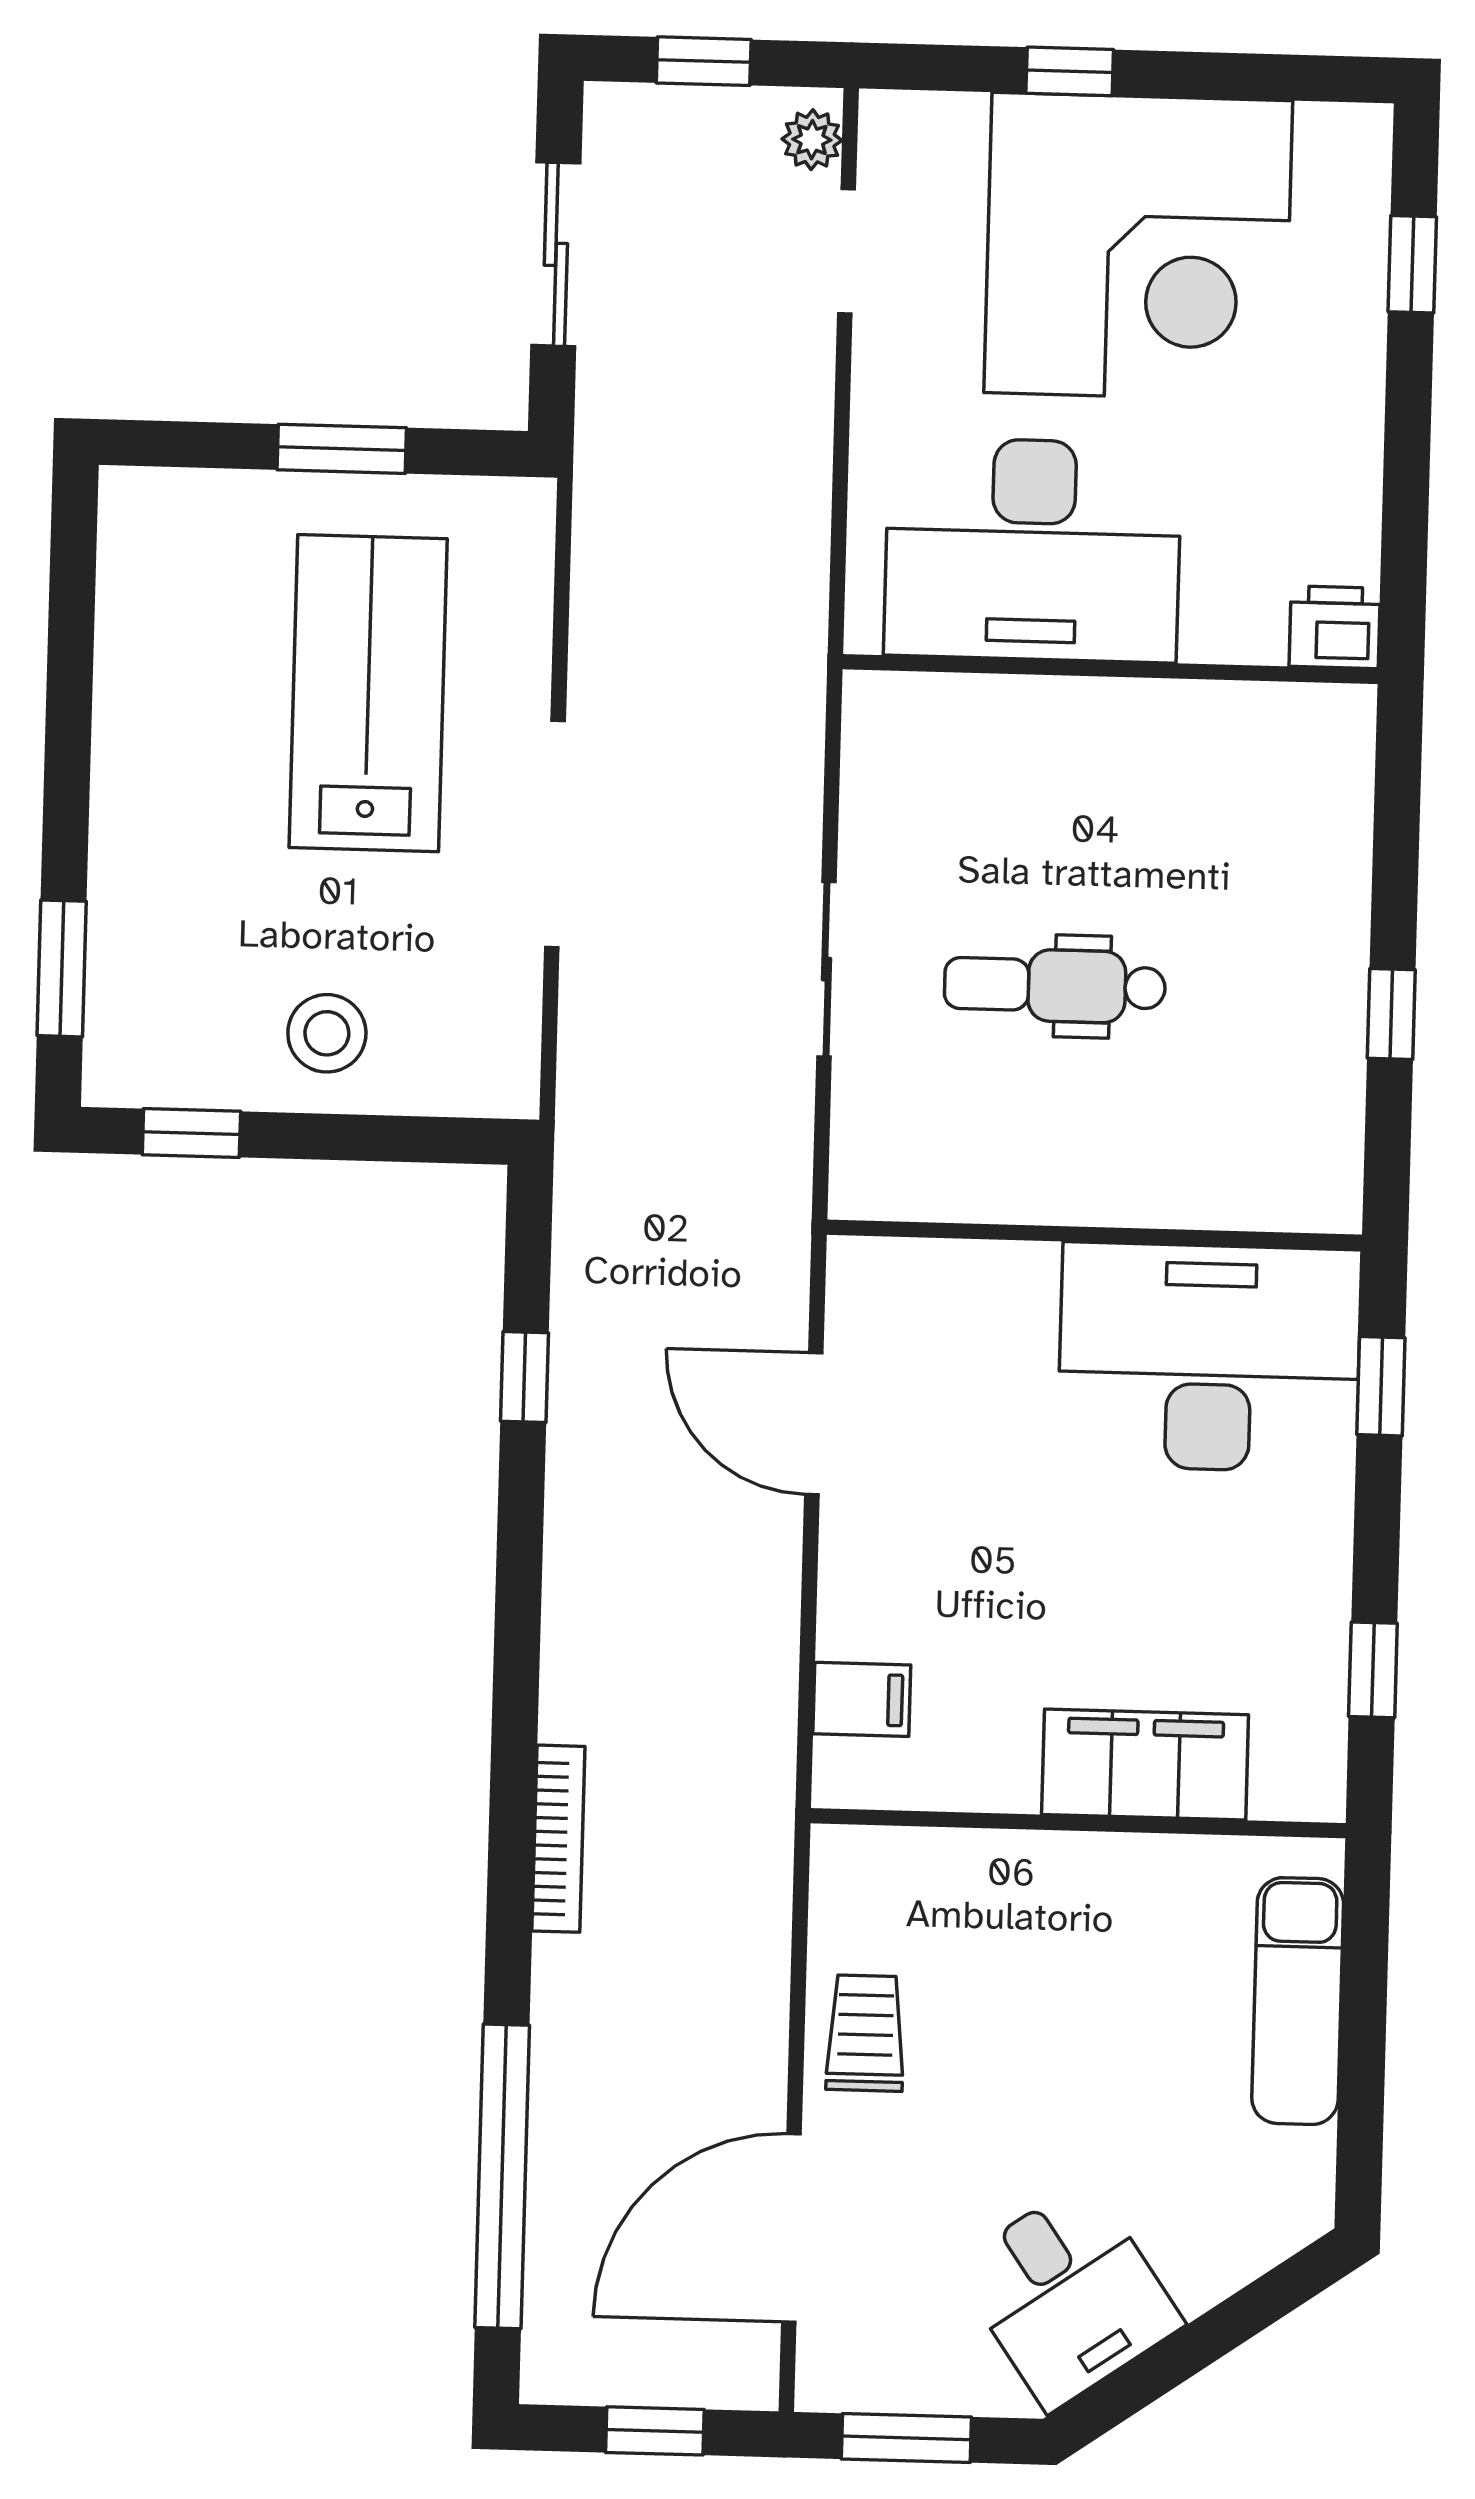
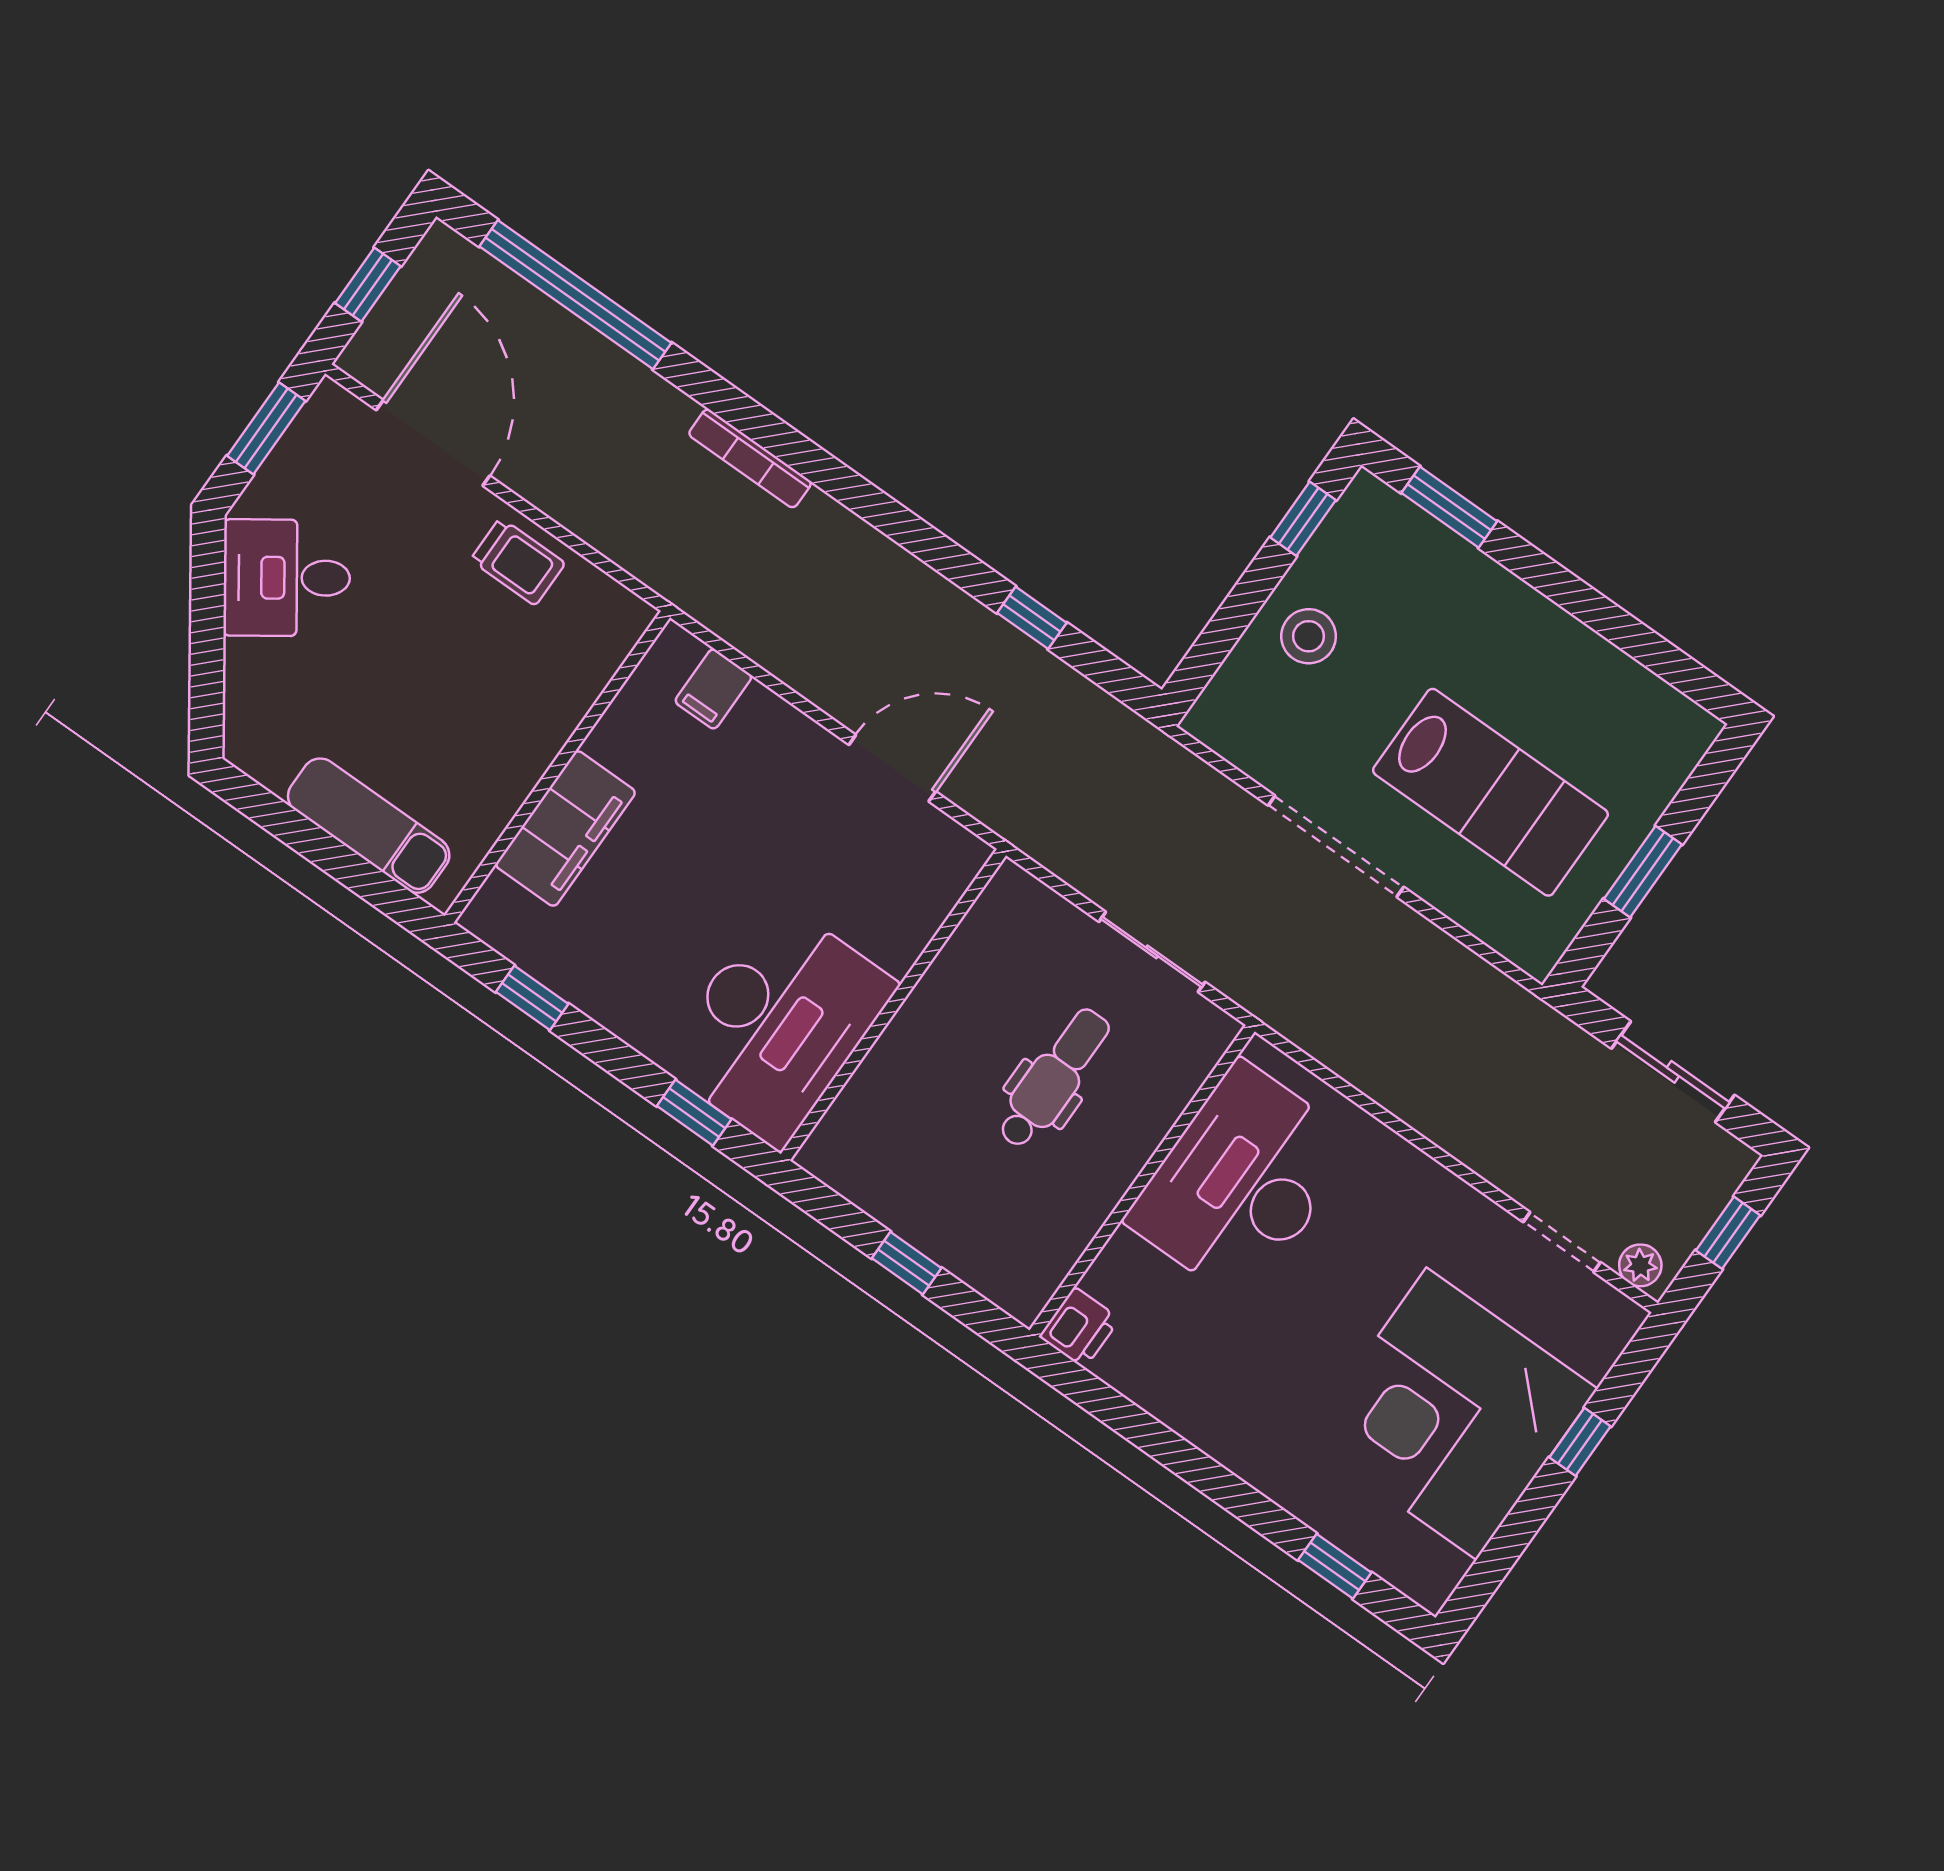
desk: (1033, 550) -> (1242, 1182), moved
printer: (1335, 627) -> (1079, 1328), moved
wall: (1110, 669) -> (1142, 1181), moved

